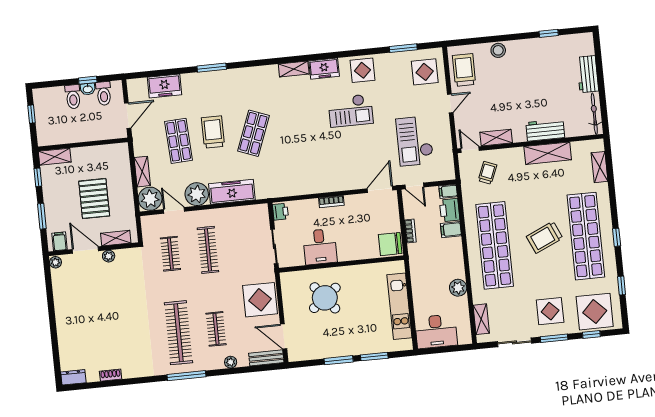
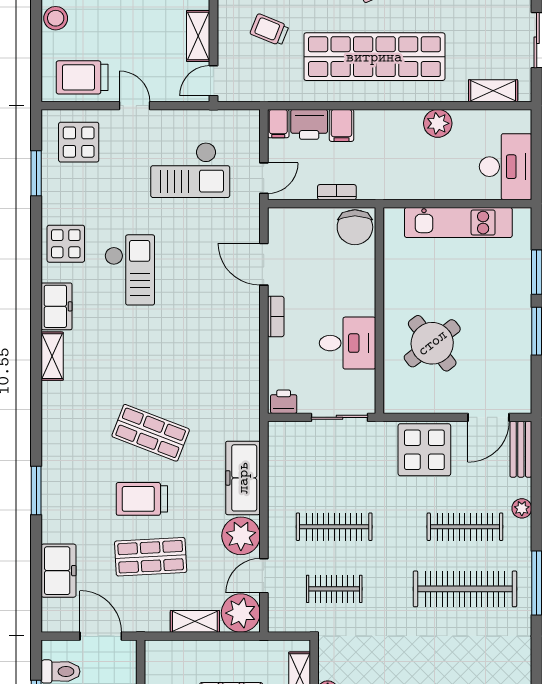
trolley: (487, 173) -> (269, 30), moved
door: (380, 189) -> (264, 264), moved
clothes rail: (216, 329) -> (465, 527), width x1.36

